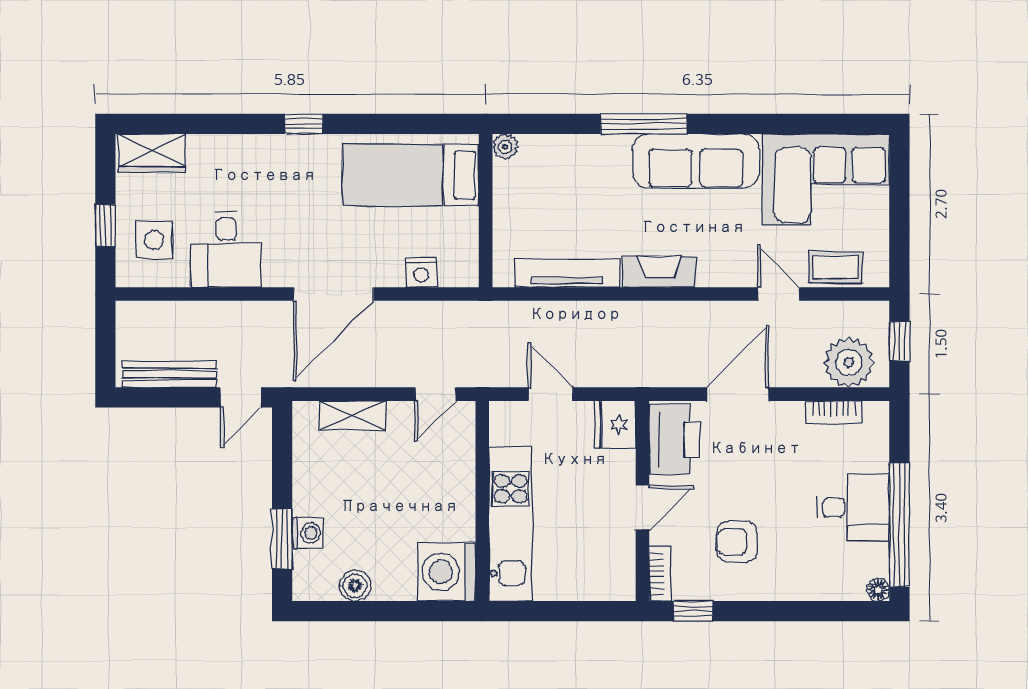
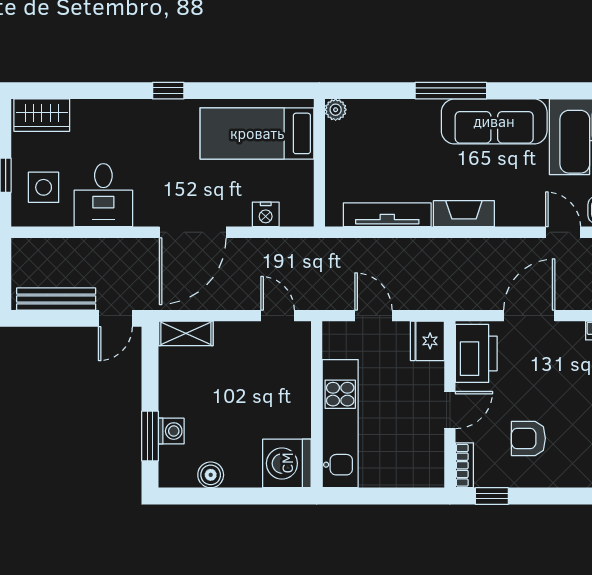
door: (435, 394) -> (278, 316), swing flipped
shelving: (353, 416) -> (186, 333), moved

